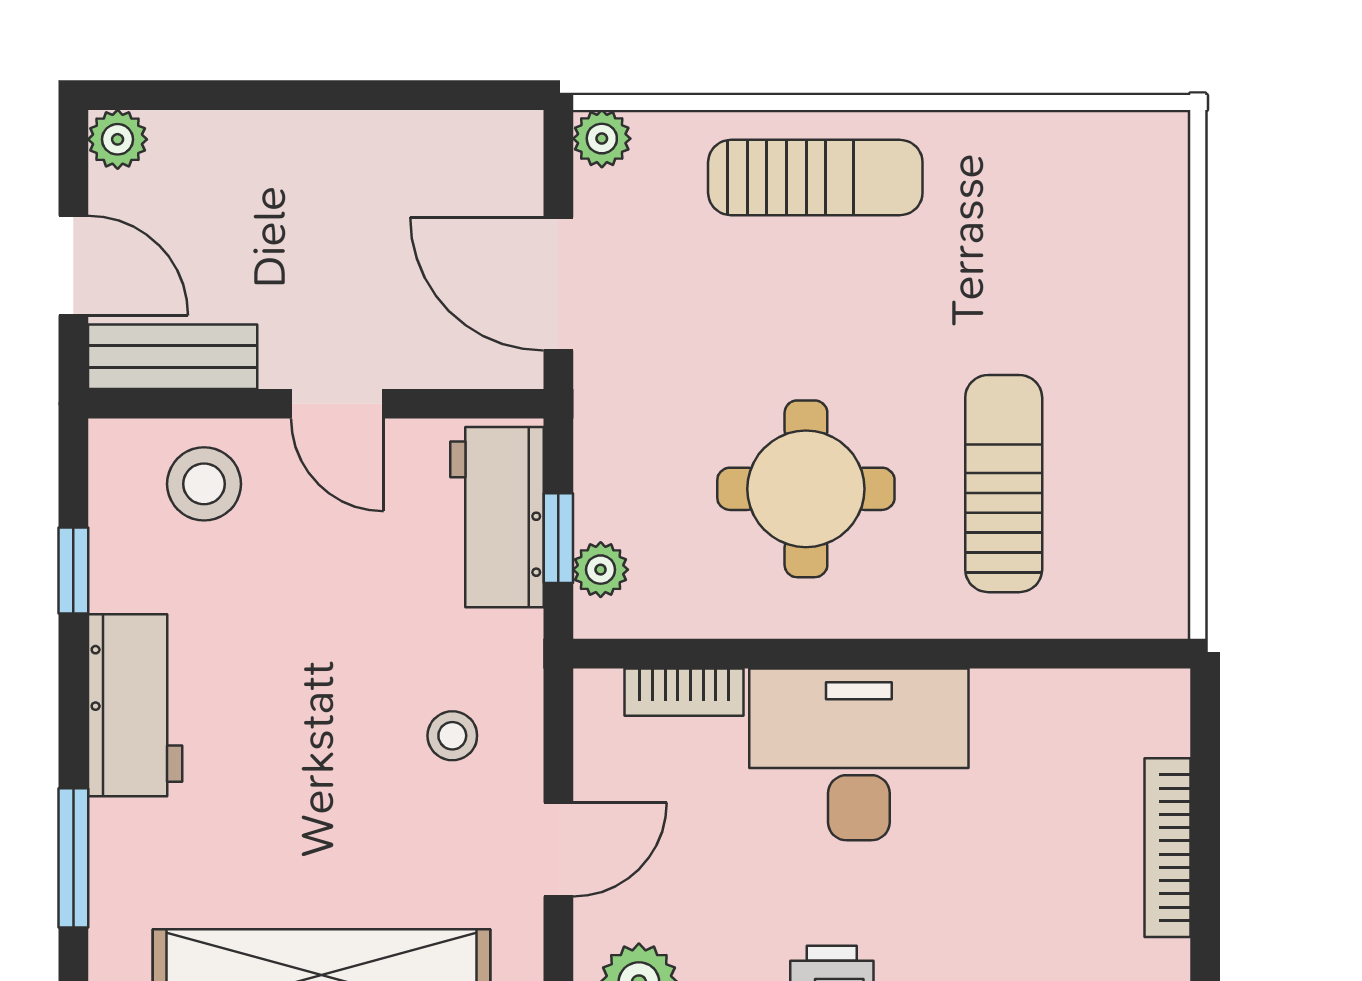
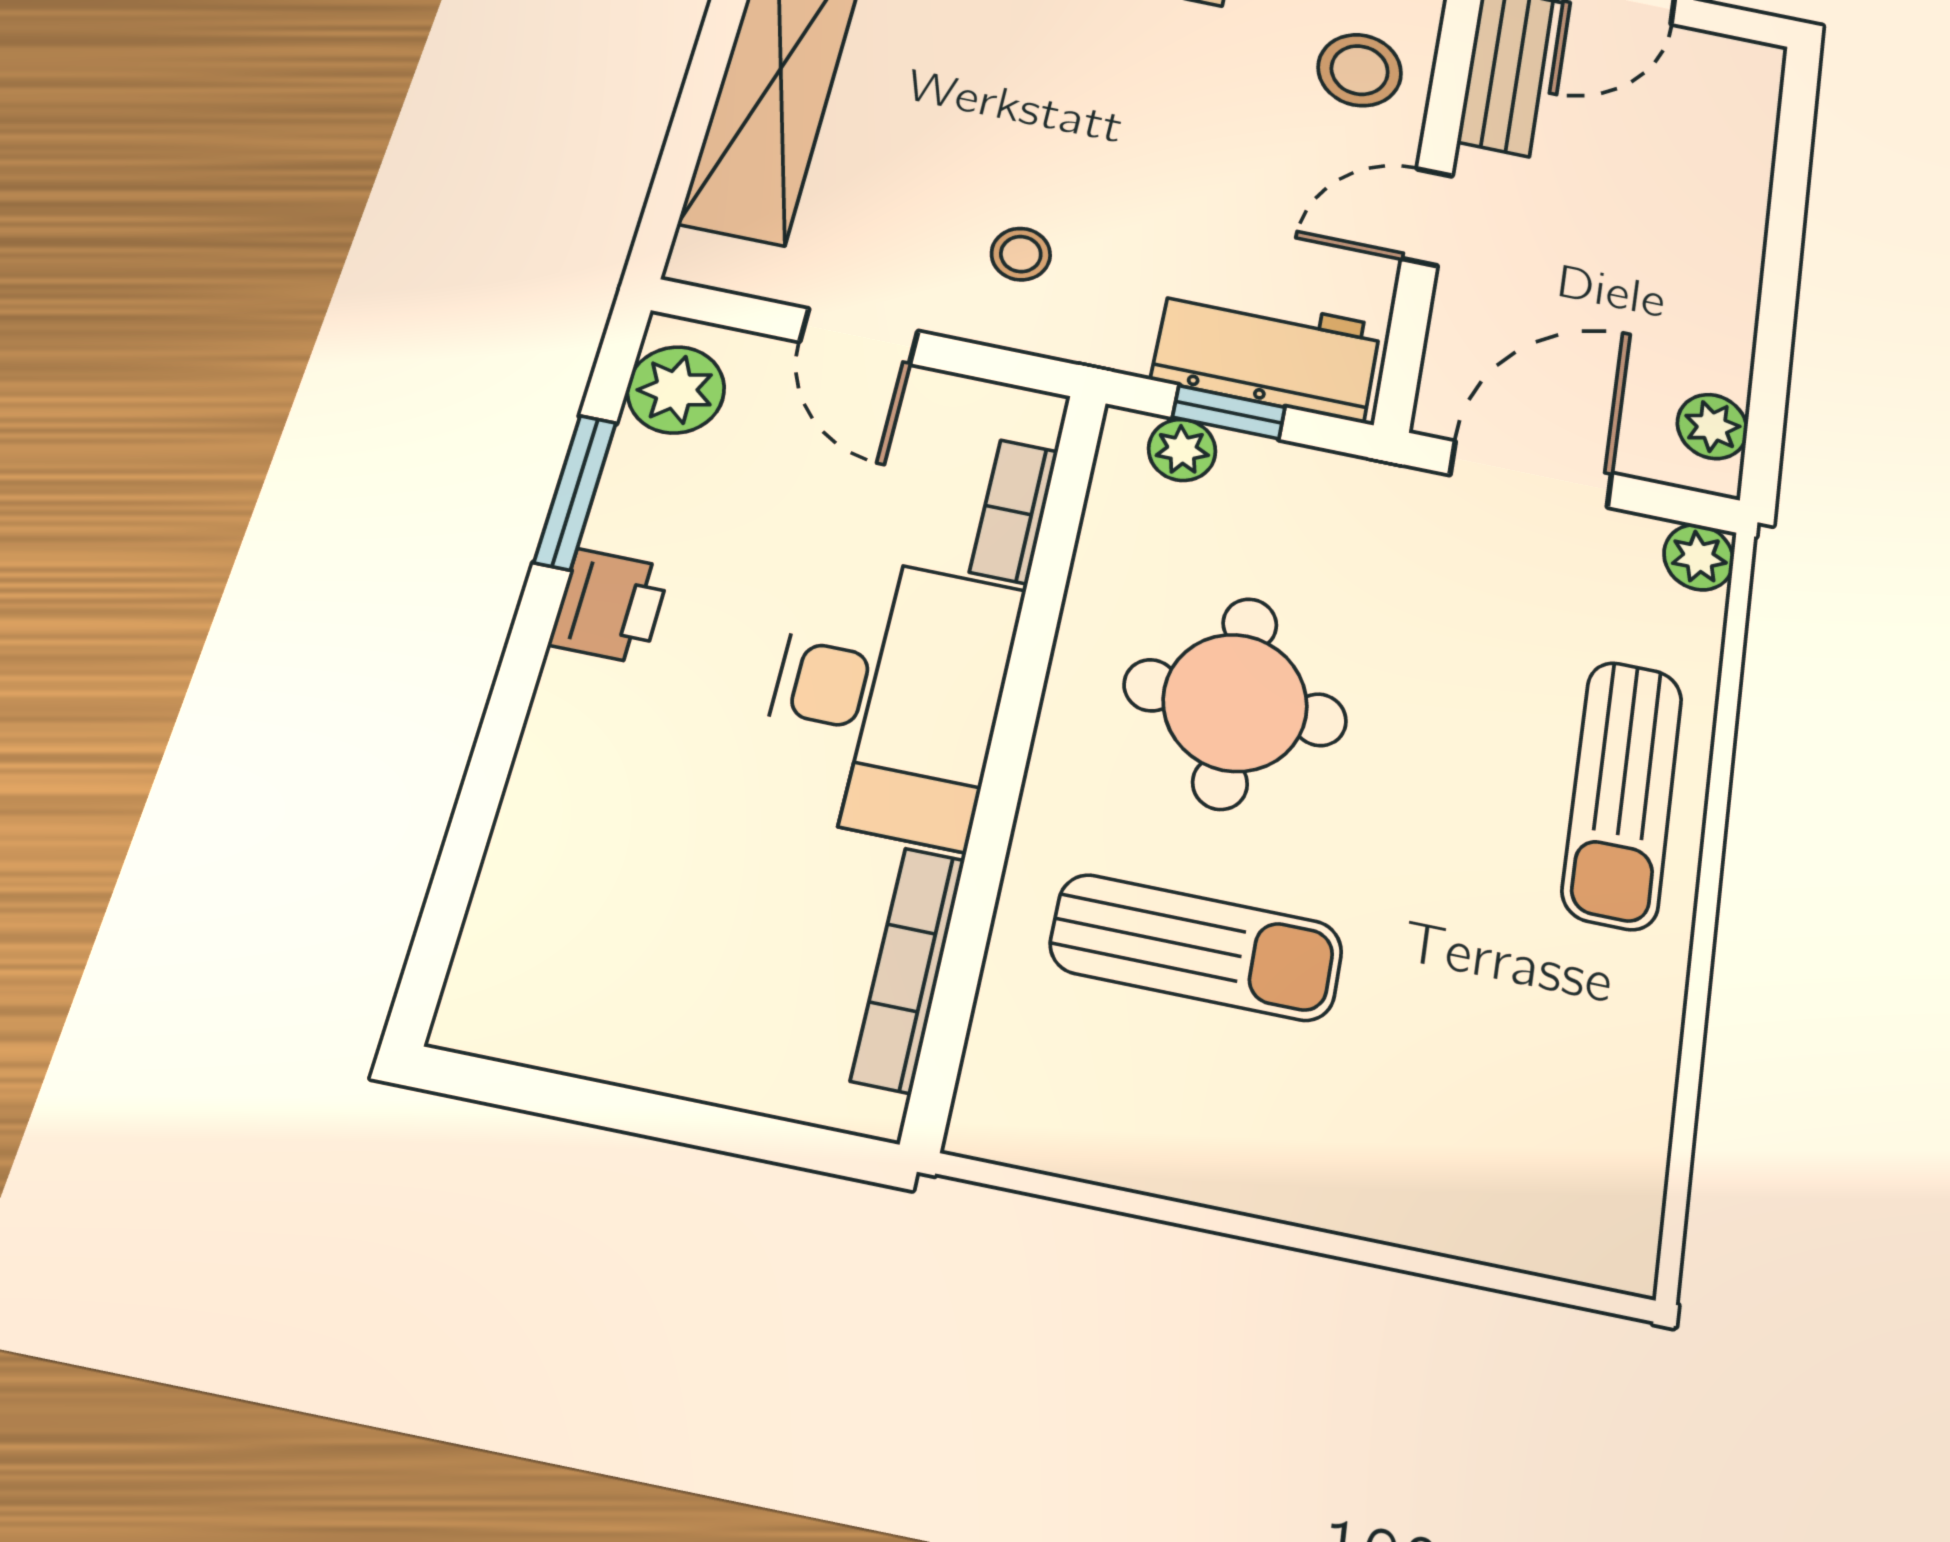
plant: (118, 139) -> (1712, 426), moved
bookcase: (1167, 848) -> (908, 969), moved, turned -90

